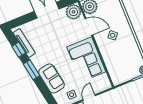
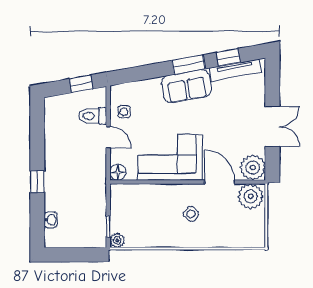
door: (89, 27) -> (220, 182), swing flipped
sofa: (52, 78) -> (186, 86), moved
floor lamp: (106, 85) -> (118, 172), added

